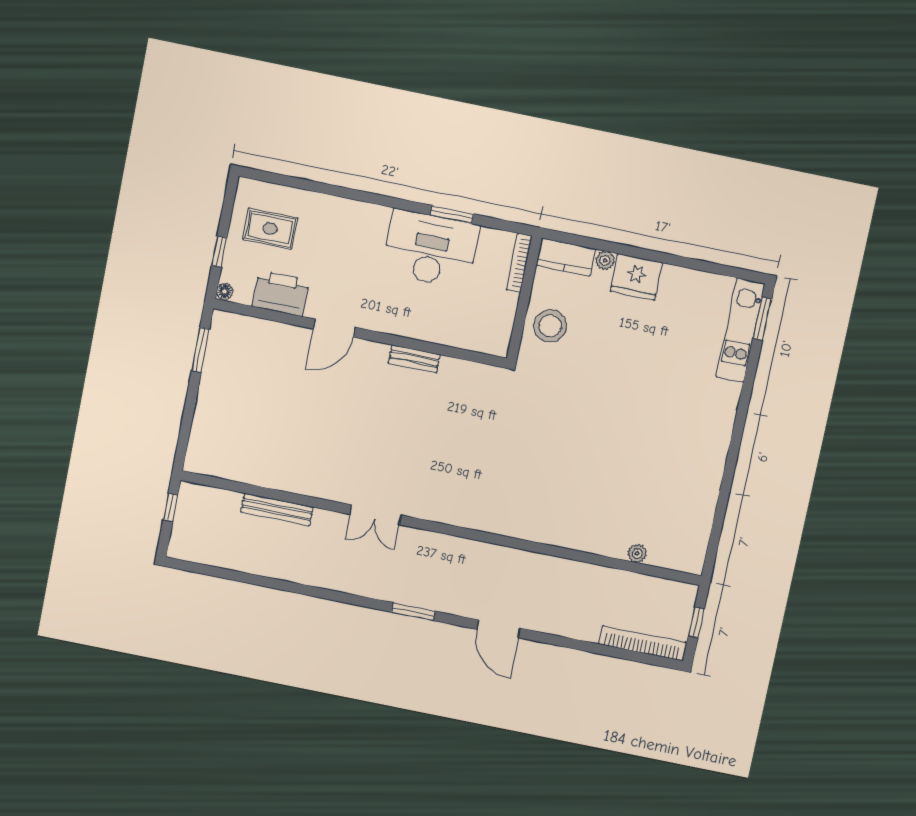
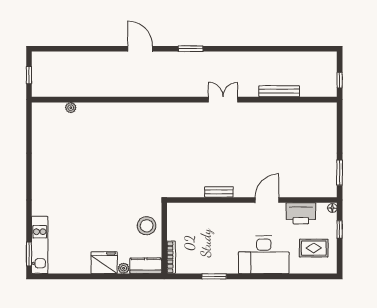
desk: (431, 249) -> (264, 255), moved
bookcase: (642, 643) -> (57, 57), removed

